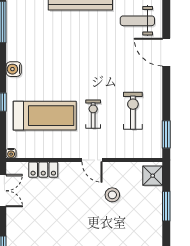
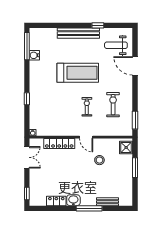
water cooler: (14, 69) -> (34, 55), moved
treadmill: (45, 116) -> (78, 73), moved
locker: (43, 170) -> (59, 143), width x1.53

